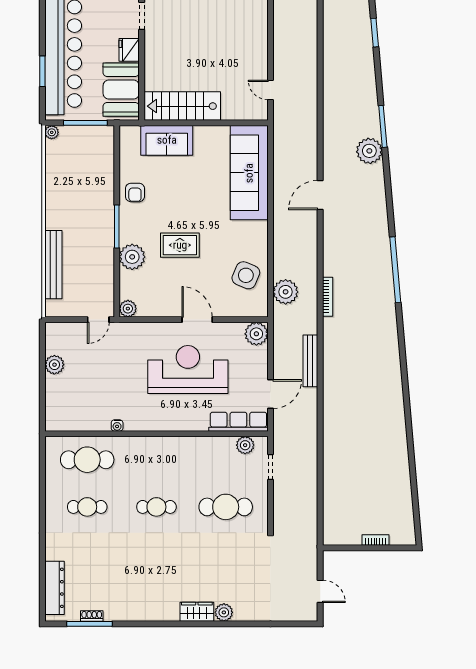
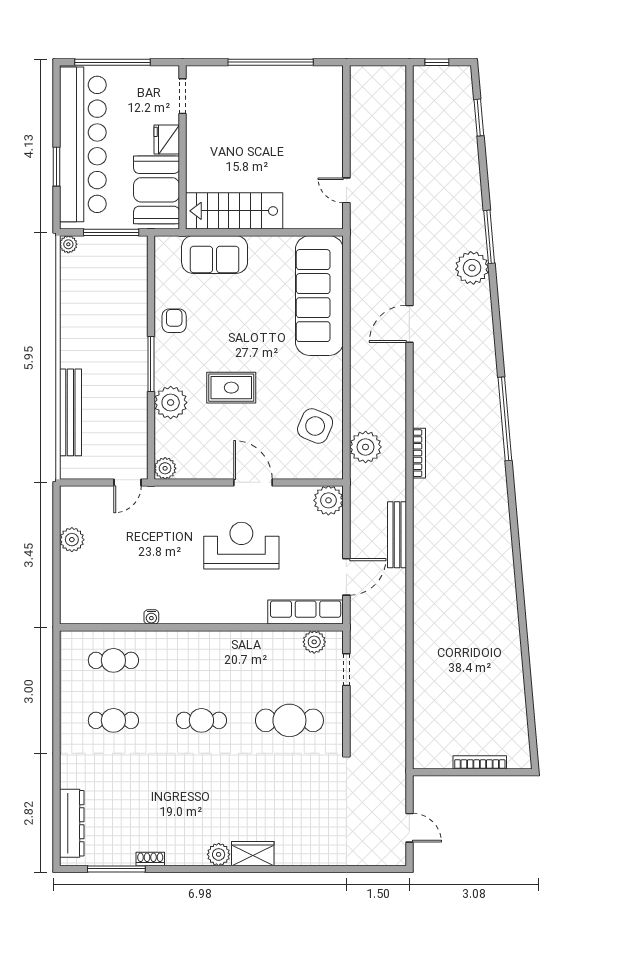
armchair: (135, 192) -> (174, 321), turned 180
reception desk: (188, 369) -> (241, 546), width x0.74, depth x0.77
cafe table: (87, 460) -> (113, 660), width x0.73, depth x0.74
bookcase: (375, 540) -> (480, 762), width x1.56
plant: (224, 612) -> (219, 854), moved
shoe rack: (92, 616) -> (150, 859), moved

